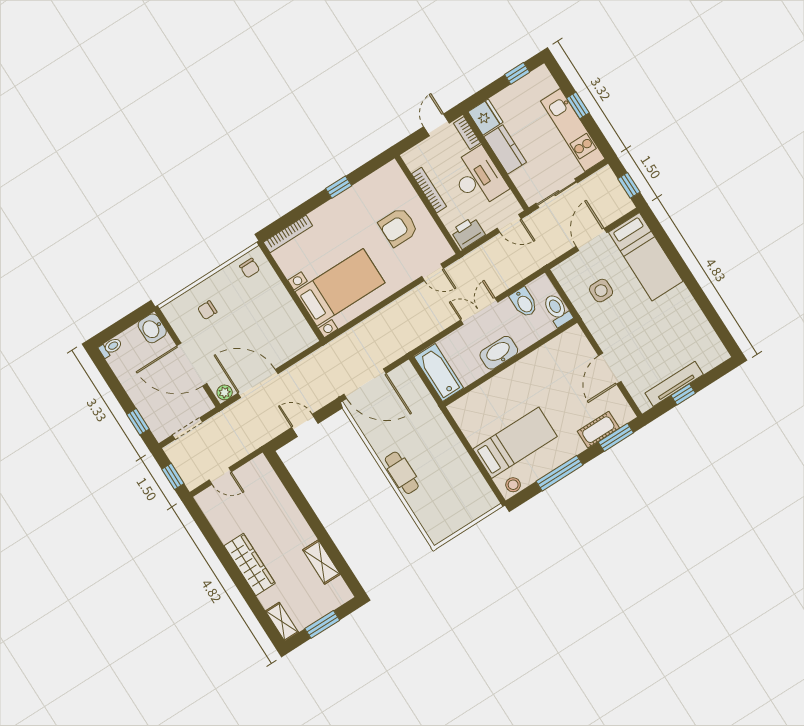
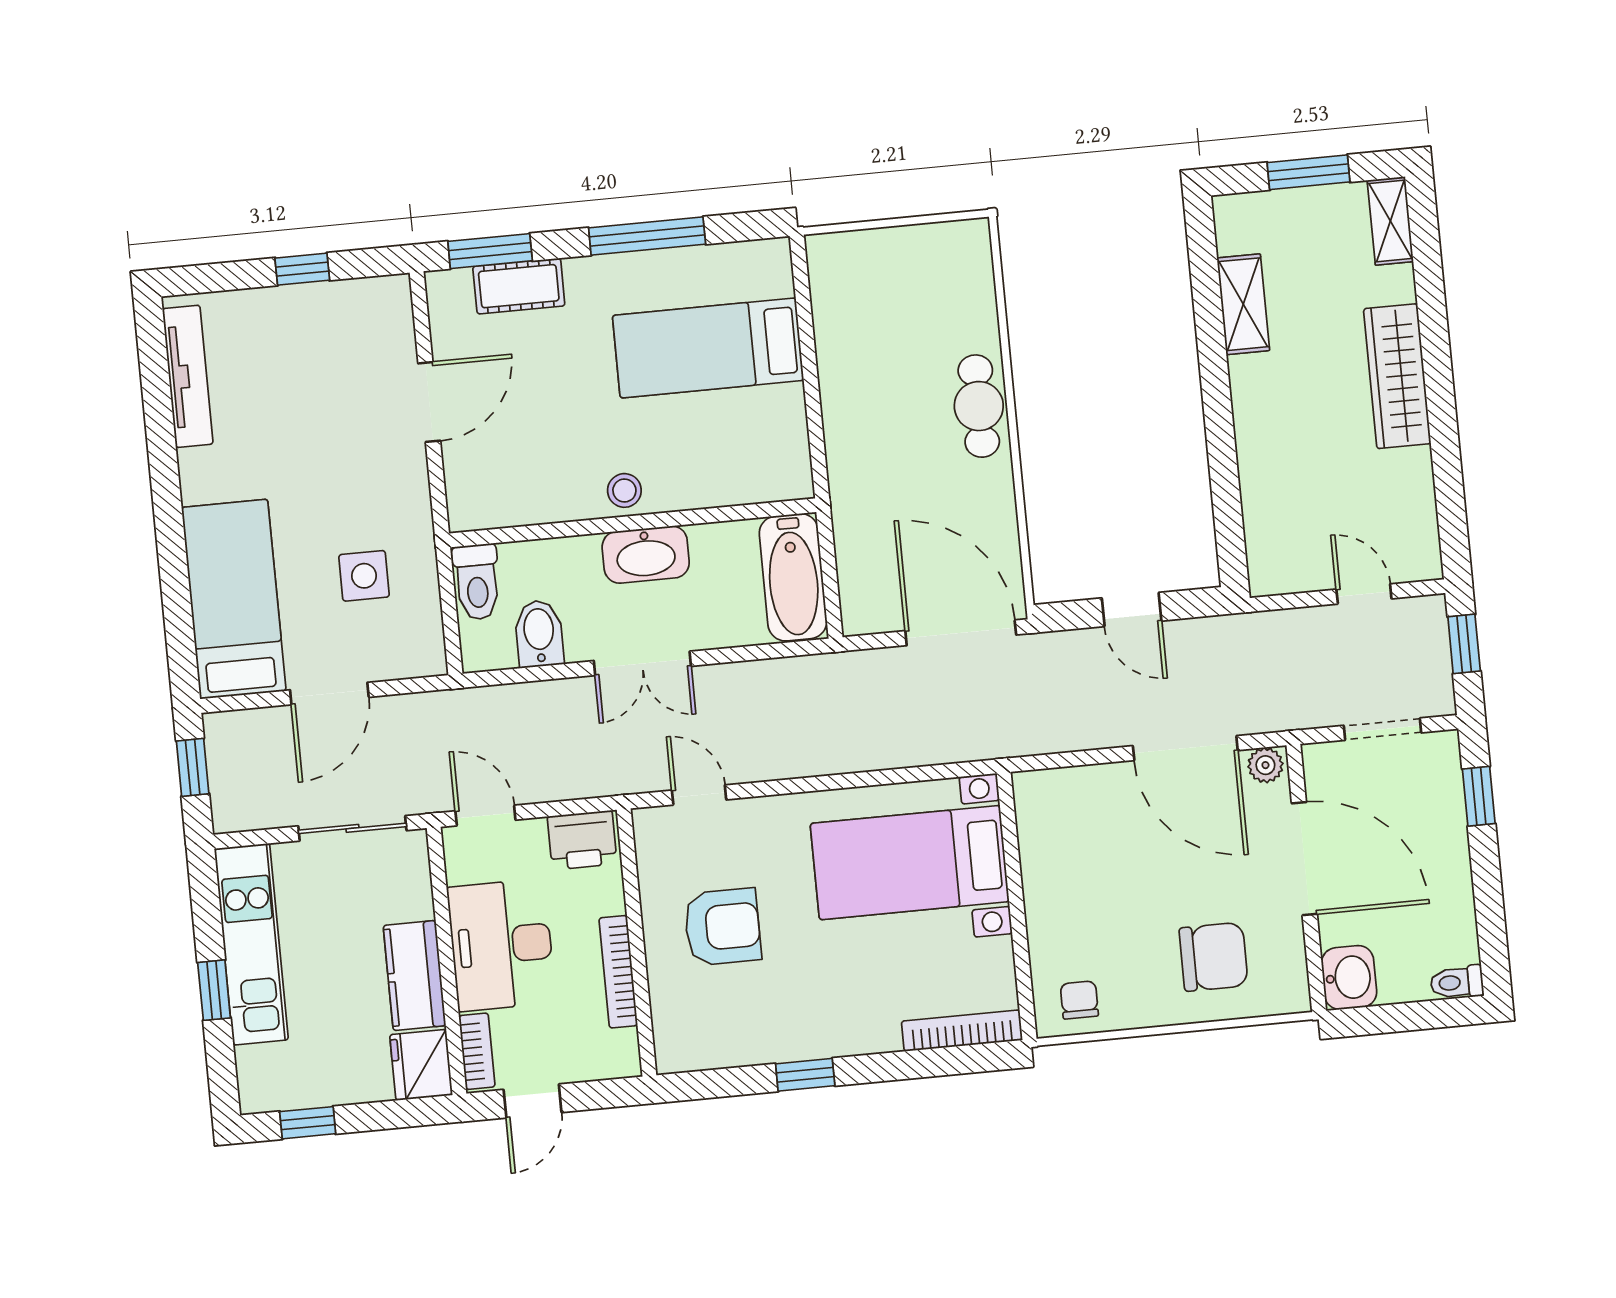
chair: (207, 310) -> (1214, 957), width x1.87, depth x1.87
tv unit: (674, 384) -> (188, 376), moved, turned -90
stool: (513, 485) -> (624, 490), moved

